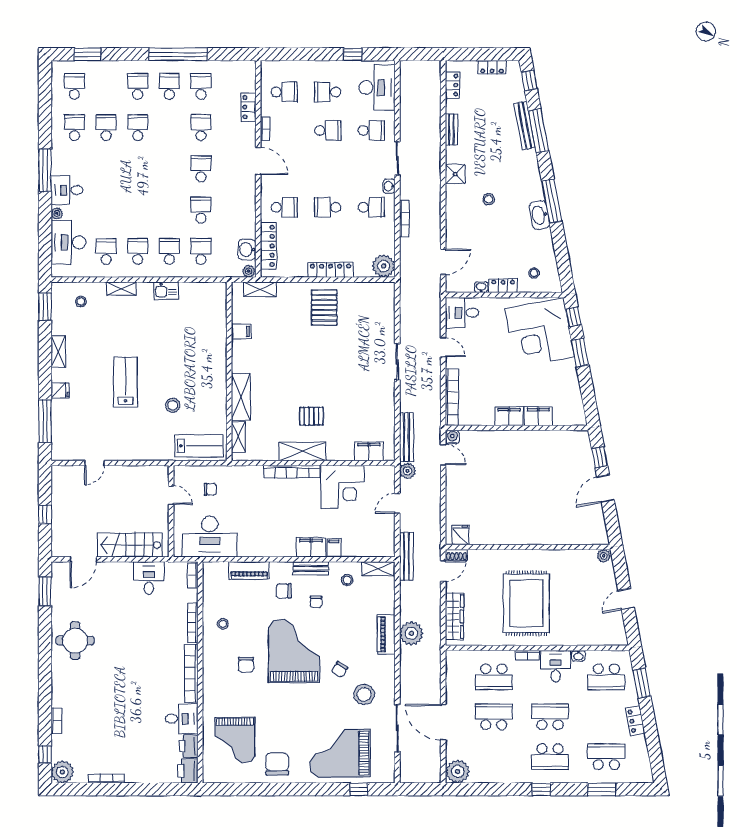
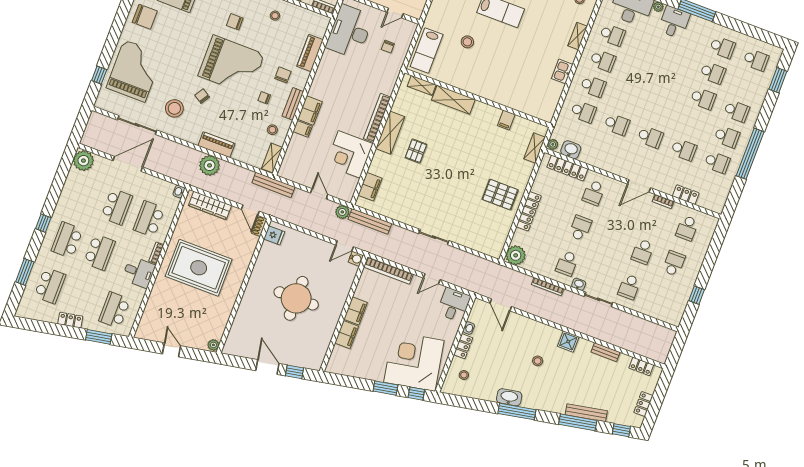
desk: (377, 87) -> (662, 305), removed
round table: (520, 486) -> (296, 298), added
washbasin: (578, 656) -> (179, 192), moved

